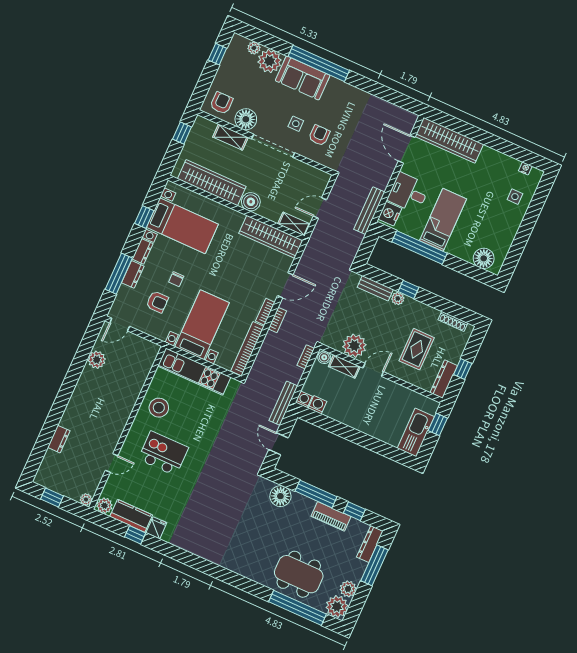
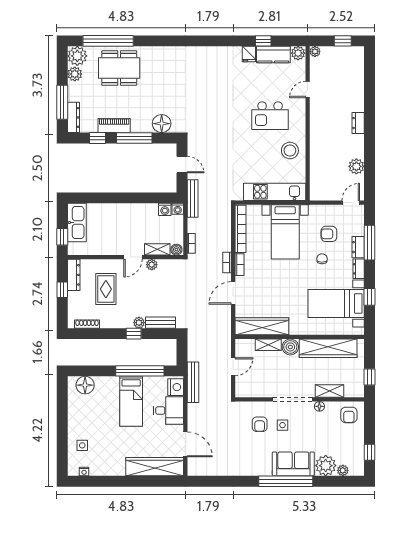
floor lamp: (246, 119) -> (319, 406), width x0.53, depth x0.53
shelving: (294, 224) -> (268, 345), moved
plant: (354, 346) -> (152, 265), width x0.53, depth x0.53
dresser: (59, 439) -> (358, 123), moved

